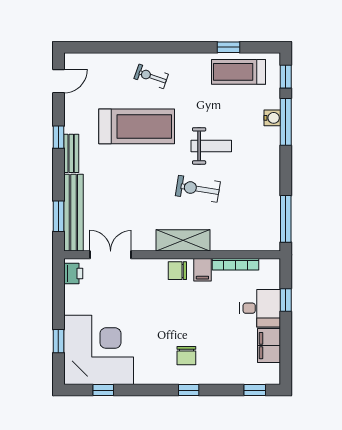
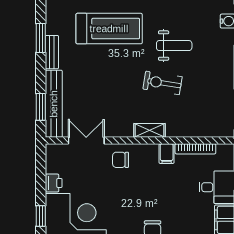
window: (58, 137) -> (41, 38), width x1.50
shelving: (183, 240) -> (149, 130), width x0.67, depth x0.75
chair: (177, 271) -> (121, 160), moved
printer: (73, 274) -> (54, 183), moved

